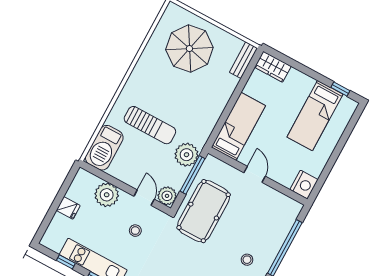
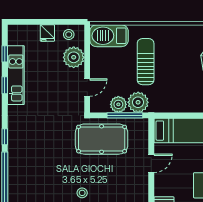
sun lounger: (150, 125) -> (146, 62), turned 180
plant: (167, 196) -> (118, 104), moved
stool: (135, 231) -> (69, 35), moved

